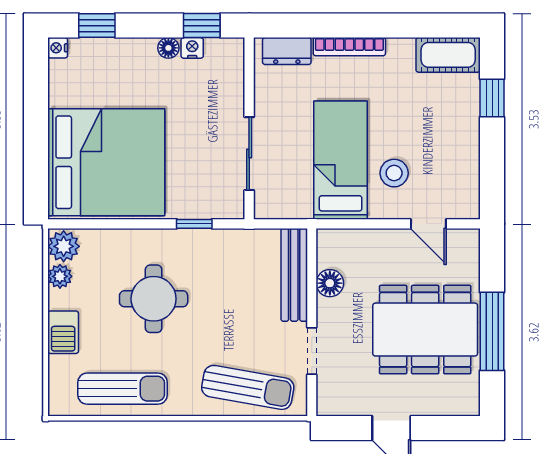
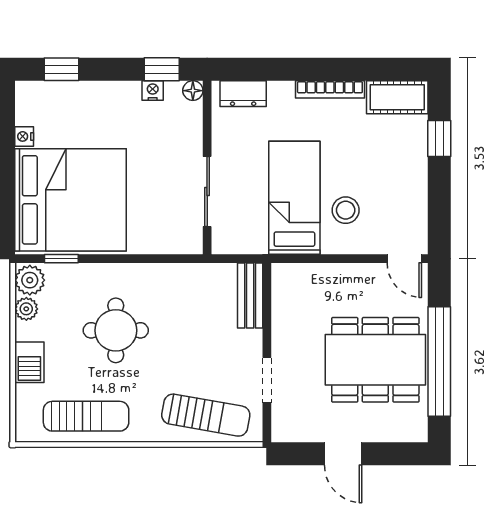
bookcase: (349, 47) -> (330, 89), moved
nightstand: (58, 48) -> (24, 136), moved
floor lamp: (168, 48) -> (193, 91), moved
window: (194, 224) -> (61, 259), moved
door: (428, 224) -> (404, 259), moved
bench: (294, 275) -> (250, 296), width x0.73
floor lamp: (330, 283) -> (284, 315), removed
window: (492, 331) -> (439, 362), width x1.46

